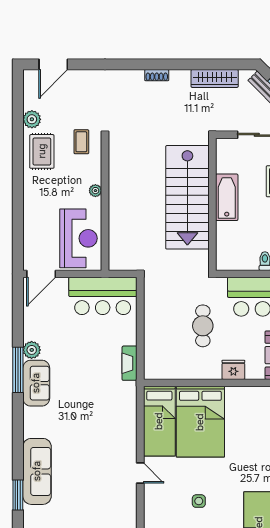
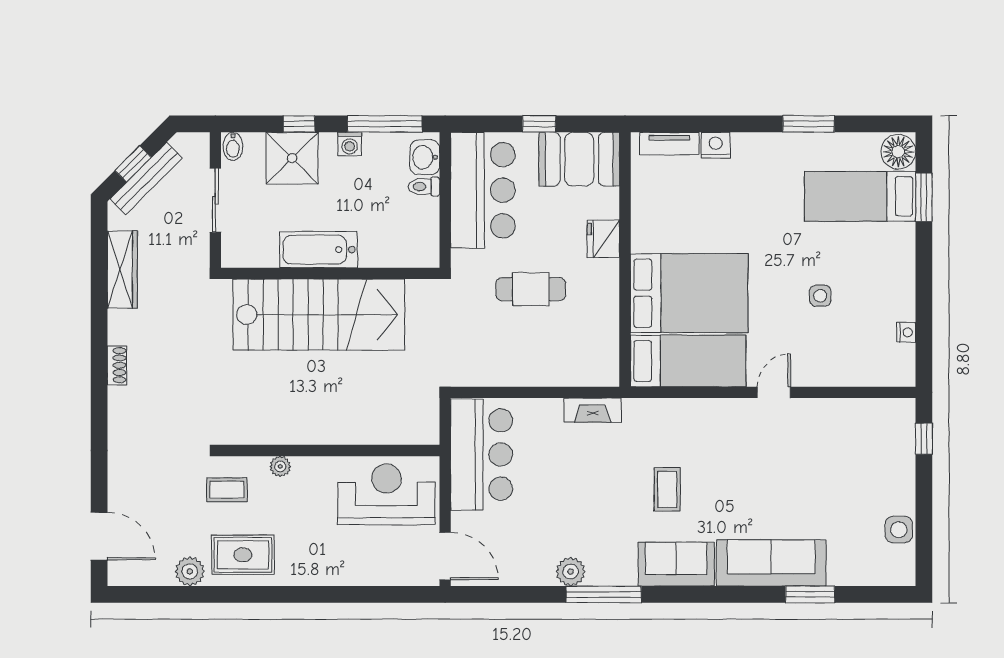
plant: (95, 191) -> (280, 466), moved
sofa: (36, 383) -> (676, 564), moved
coffee table: (82, 408) -> (667, 489), added

